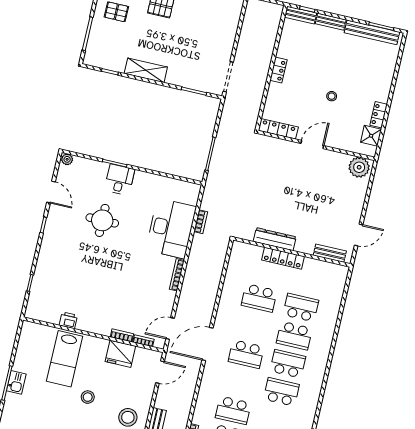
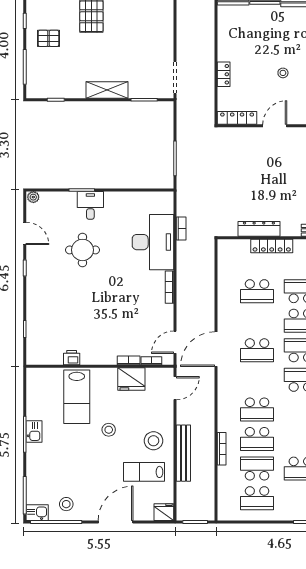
shelving: (146, 70) -> (107, 90), moved
locker: (278, 70) -> (224, 74), moved

